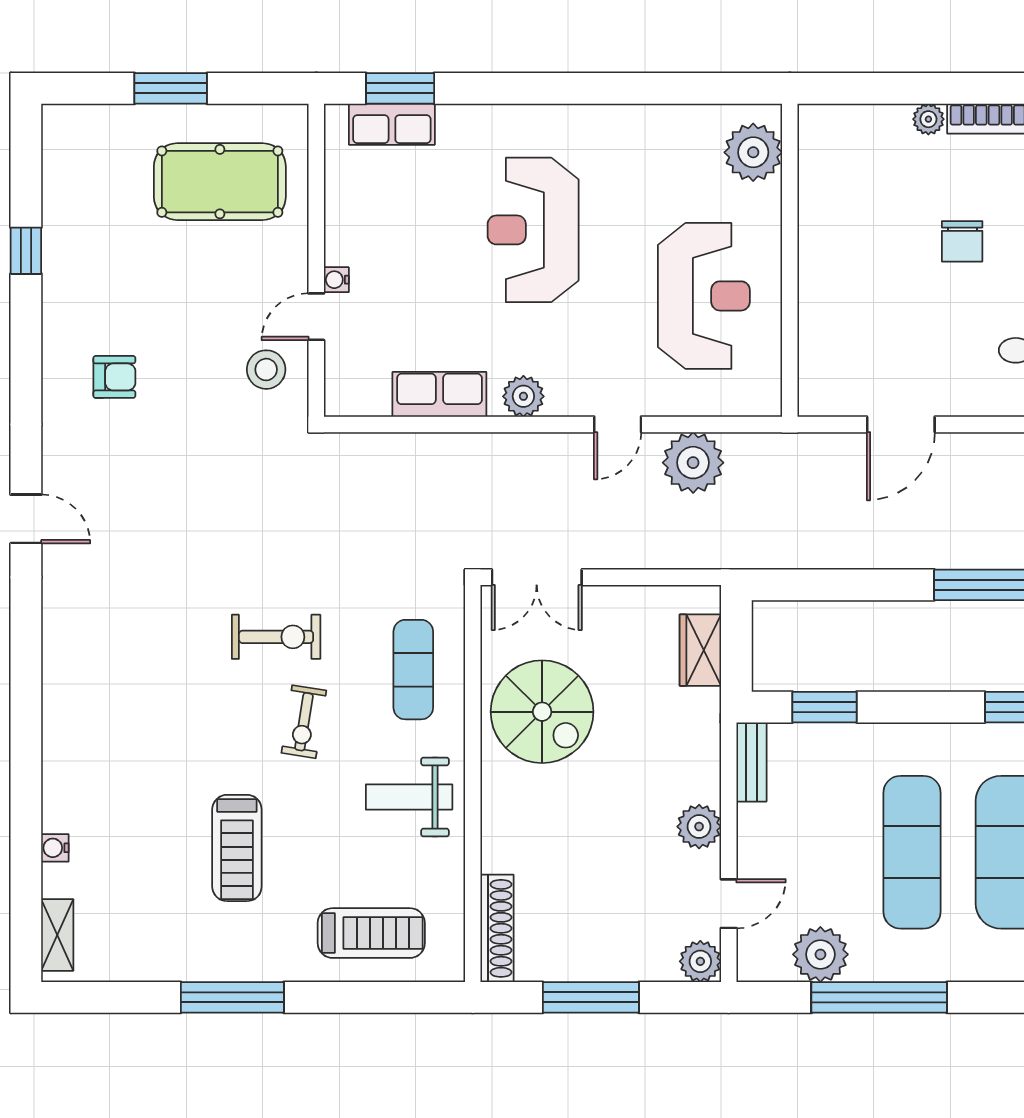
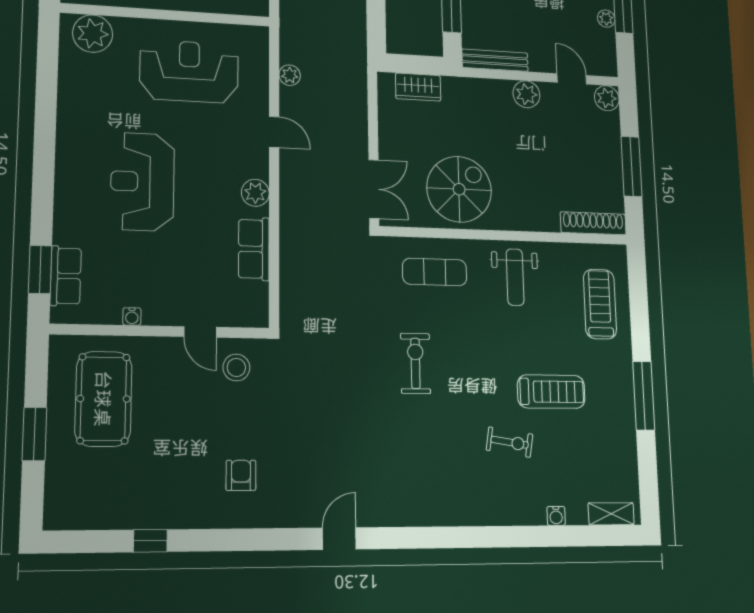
reception desk: (533, 230) -> (142, 182), turned 90
water cooler: (336, 280) -> (132, 316), moved
plant: (693, 463) -> (290, 75), width x0.53, depth x0.53
exercise bike: (304, 722) -> (510, 442), moved
bench: (751, 762) -> (495, 60), width x1.36
plant: (820, 954) -> (606, 19), width x0.53, depth x0.53

